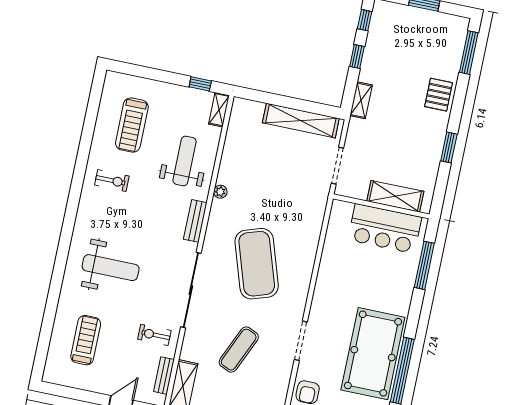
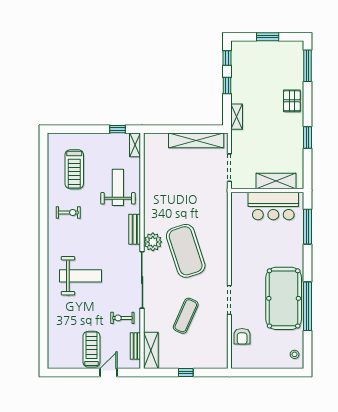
plant: (220, 192) -> (153, 242), moved, width x1.88, depth x1.88
treadmill: (86, 340) -> (91, 349), moved

